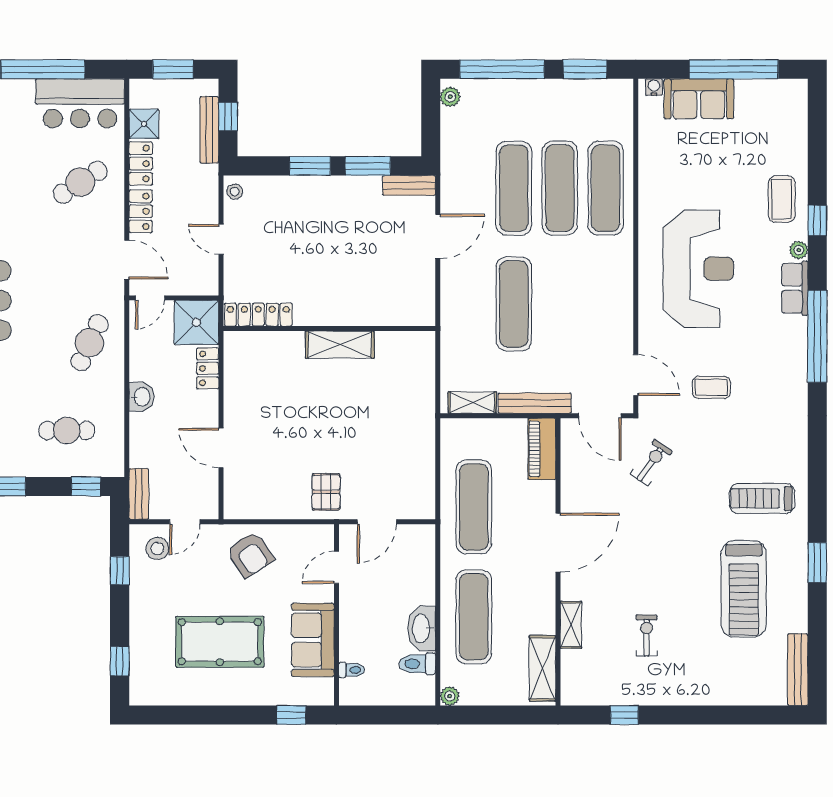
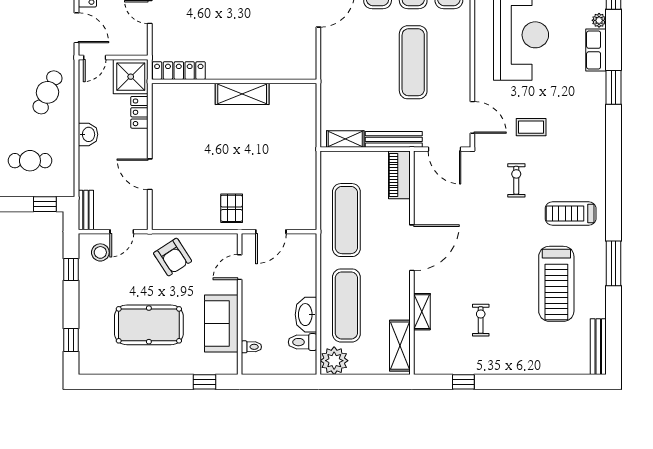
exercise mat: (514, 304) -> (413, 62), moved
window: (817, 336) -> (613, 87), width x0.47
exercise bike: (651, 463) -> (516, 180), moved, turned -35
window: (817, 563) -> (613, 263), width x1.44
plant: (450, 696) -> (334, 361), width x1.87, depth x1.87

